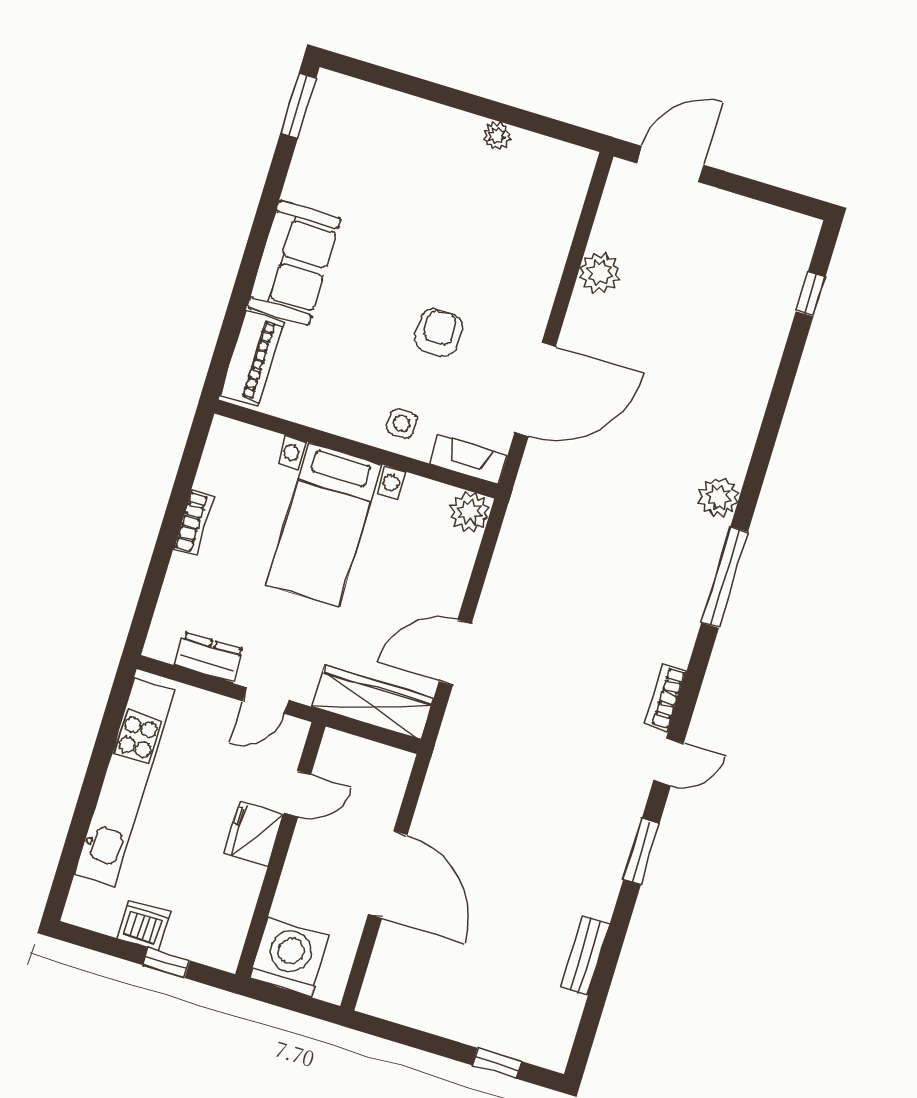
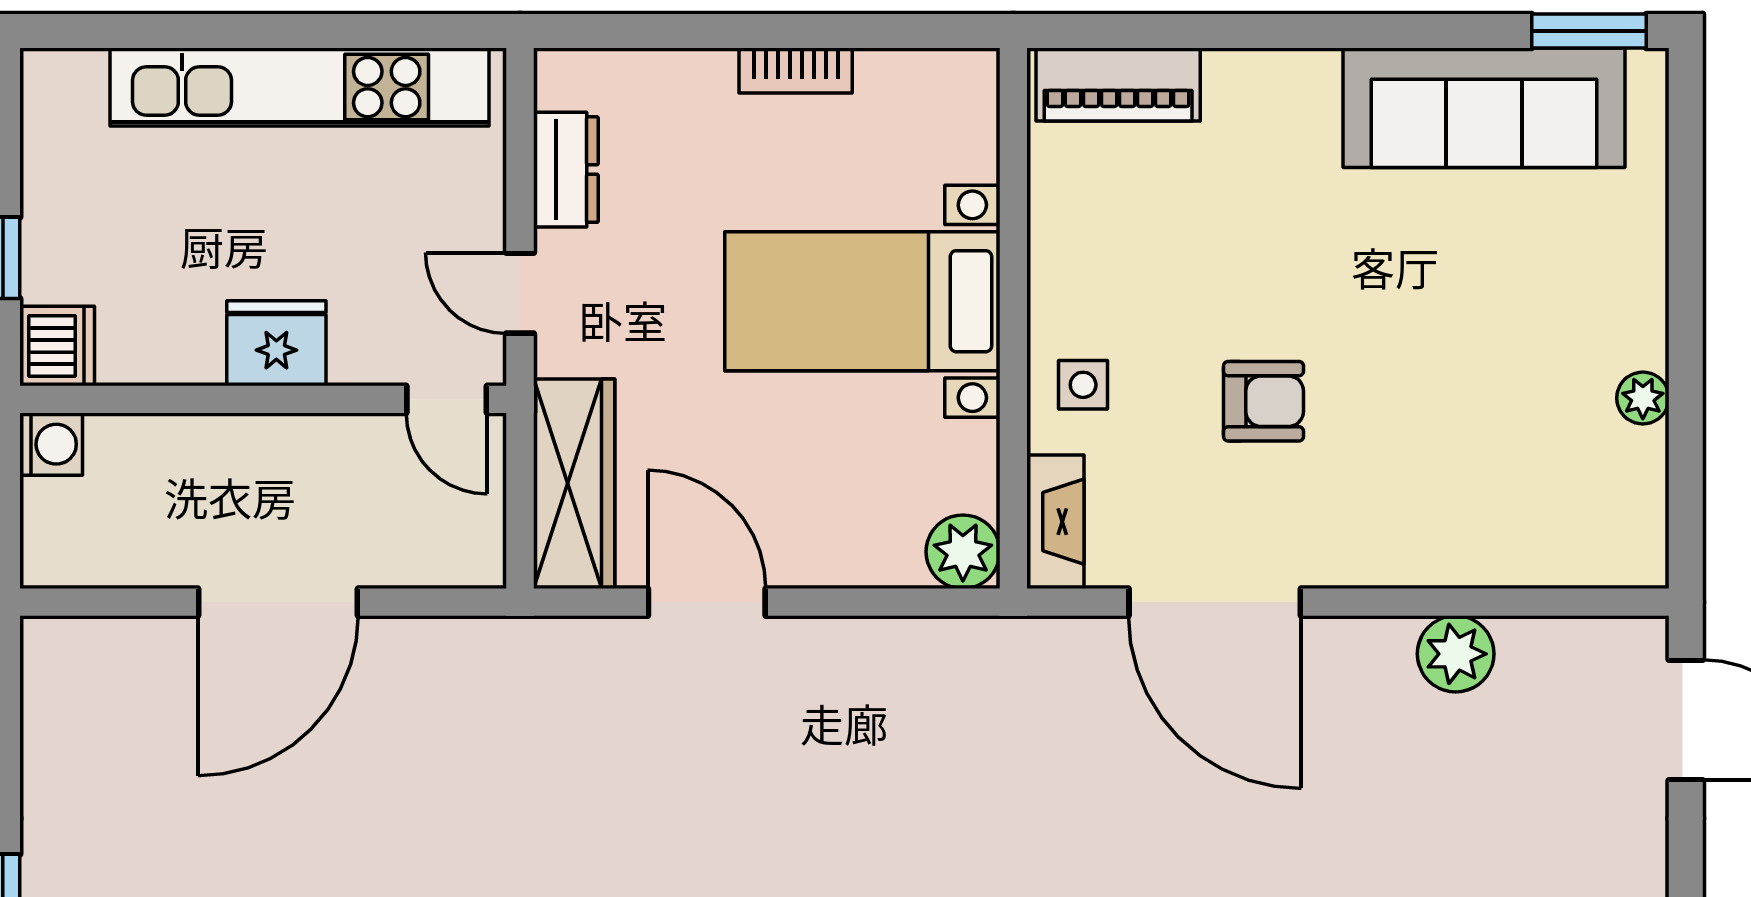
sofa: (294, 263) -> (1484, 108), moved, width x1.36
door: (298, 794) -> (447, 399), moved
dishwasher: (144, 925) -> (57, 346), moved
washing machine: (289, 957) -> (51, 444), width x0.53, depth x0.53

